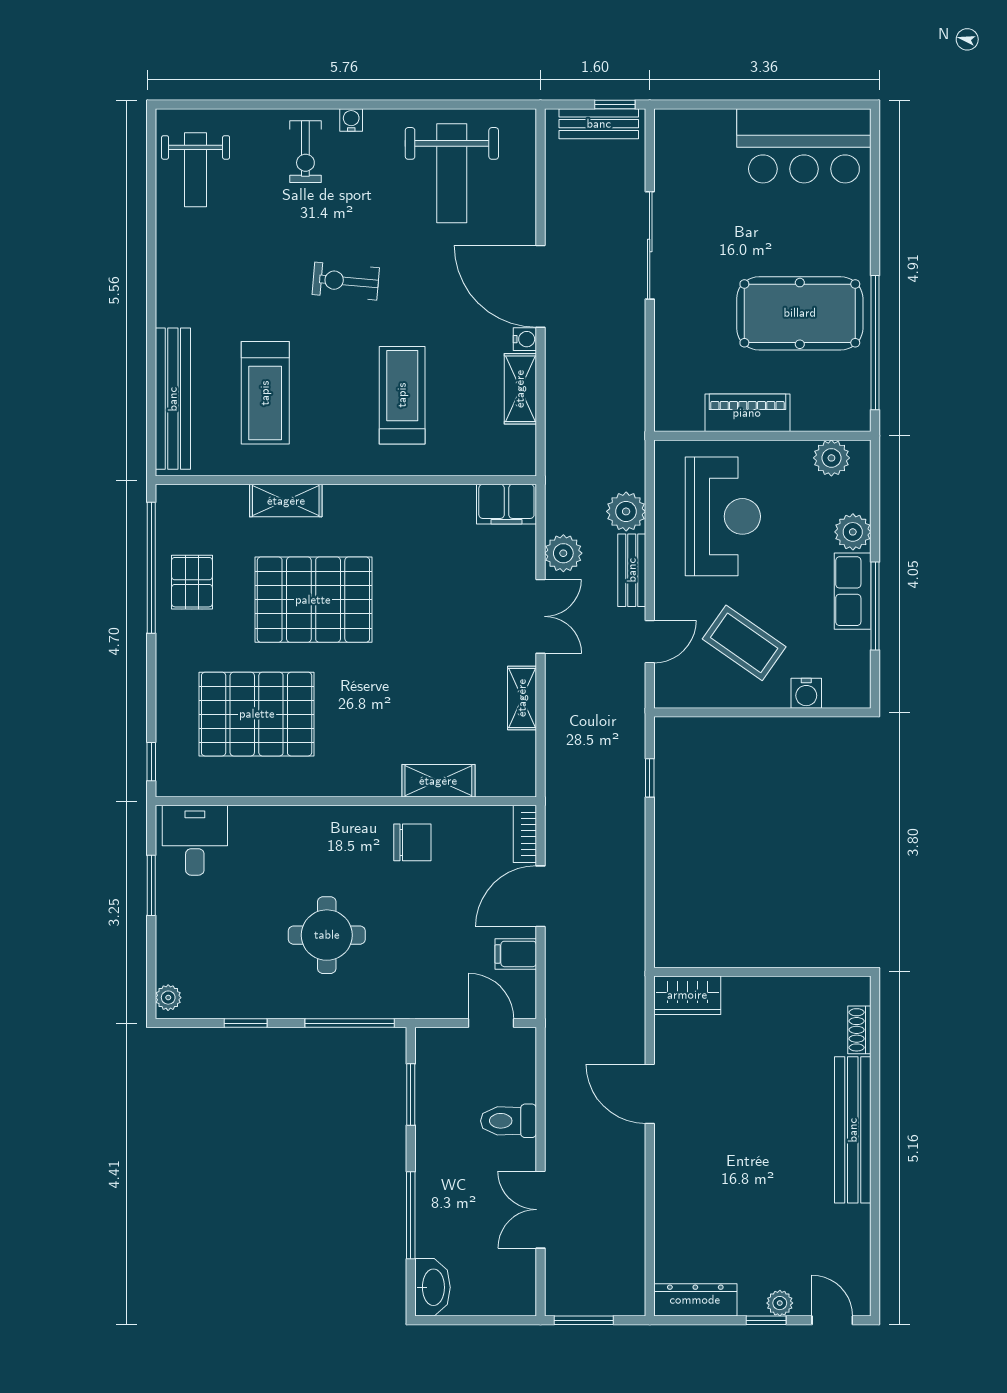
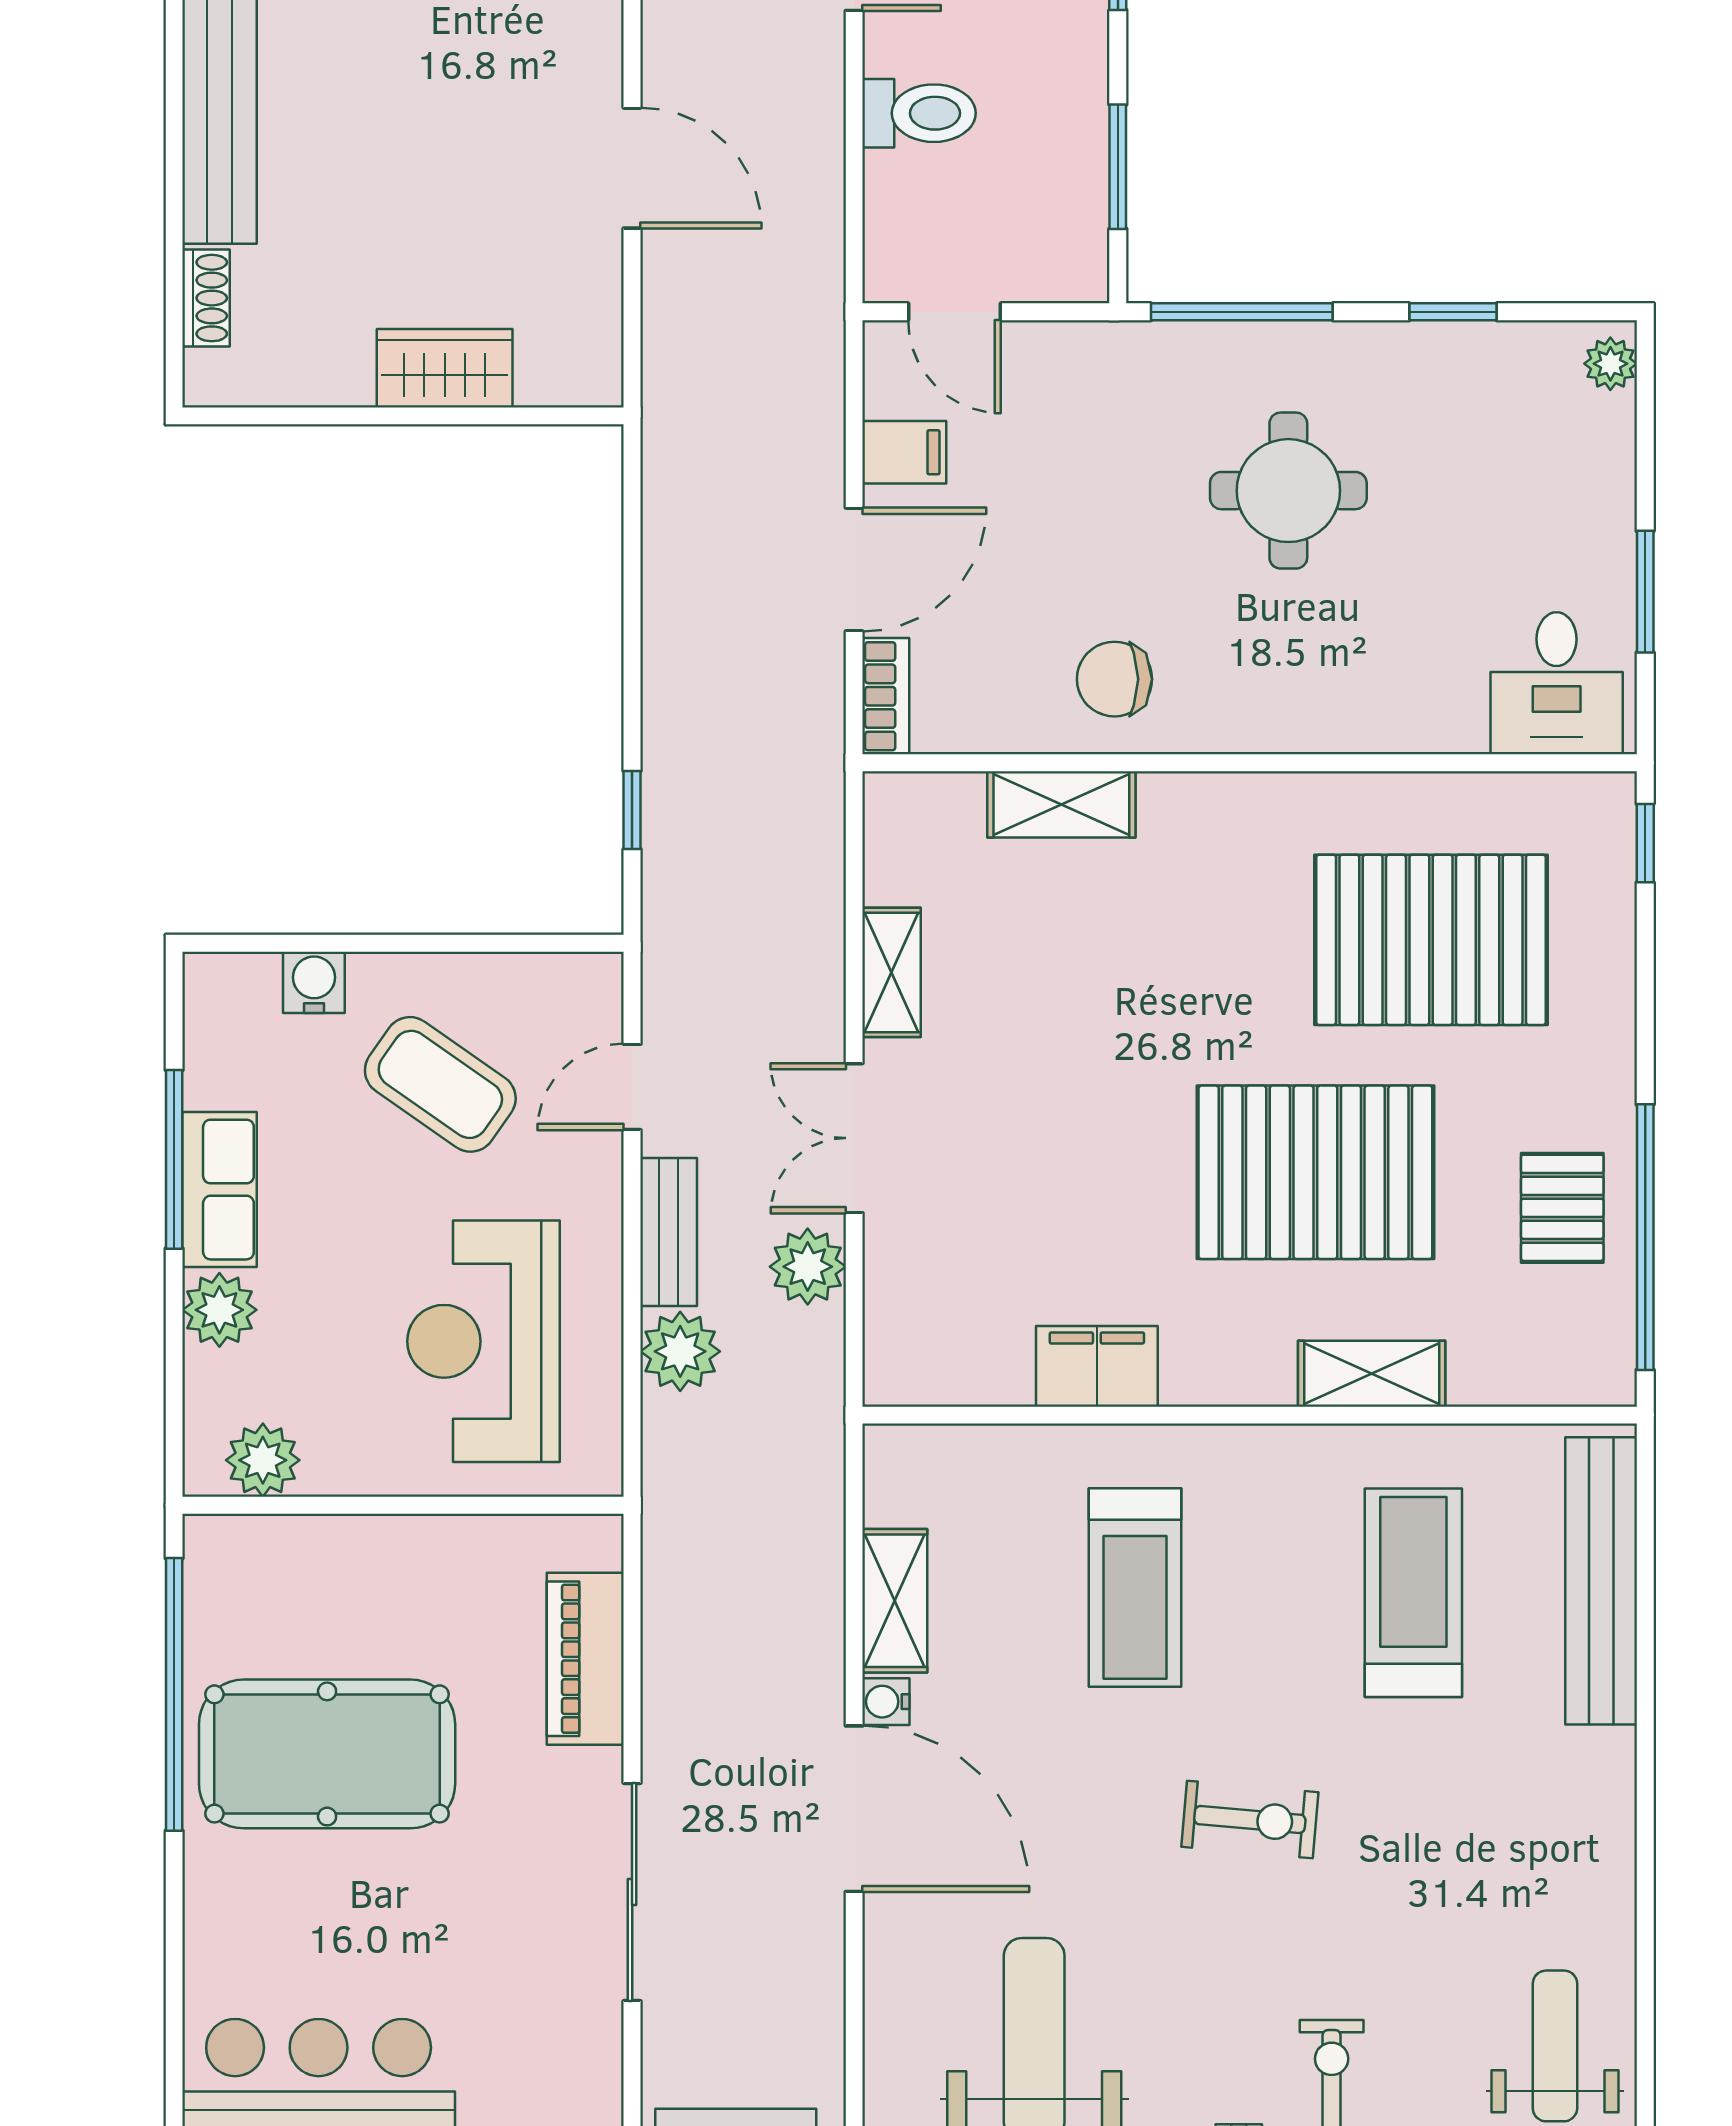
piano: (747, 413) -> (585, 1659), moved, turned 90
filing cabinet: (506, 504) -> (1097, 1366), moved
wardrobe: (687, 995) -> (445, 368), moved

